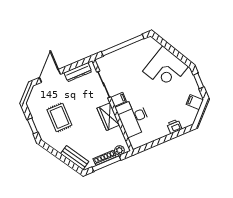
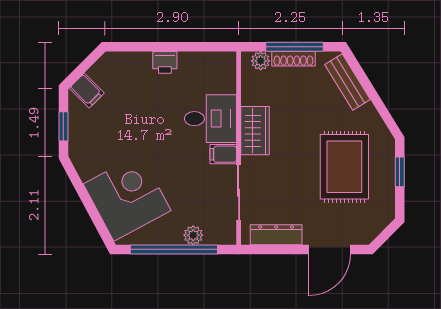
plant: (116, 56) -> (193, 235), added
corner desk: (165, 69) -> (127, 197), moved
rug: (59, 117) -> (344, 167), width x1.36, depth x1.43
desk: (133, 118) -> (210, 119), width x0.73
printer: (174, 126) -> (165, 62), moved

